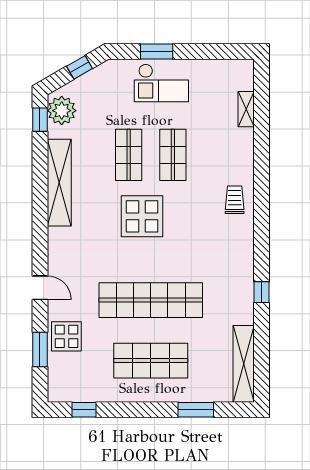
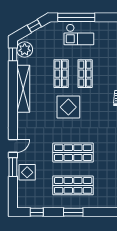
window: (157, 51) -> (76, 17), width x2.11
door: (40, 288) -> (13, 146), hinge flipped
shop shelf: (151, 300) -> (73, 153), width x0.71
window: (40, 350) -> (13, 167), moved
window: (196, 410) -> (73, 212), moved

